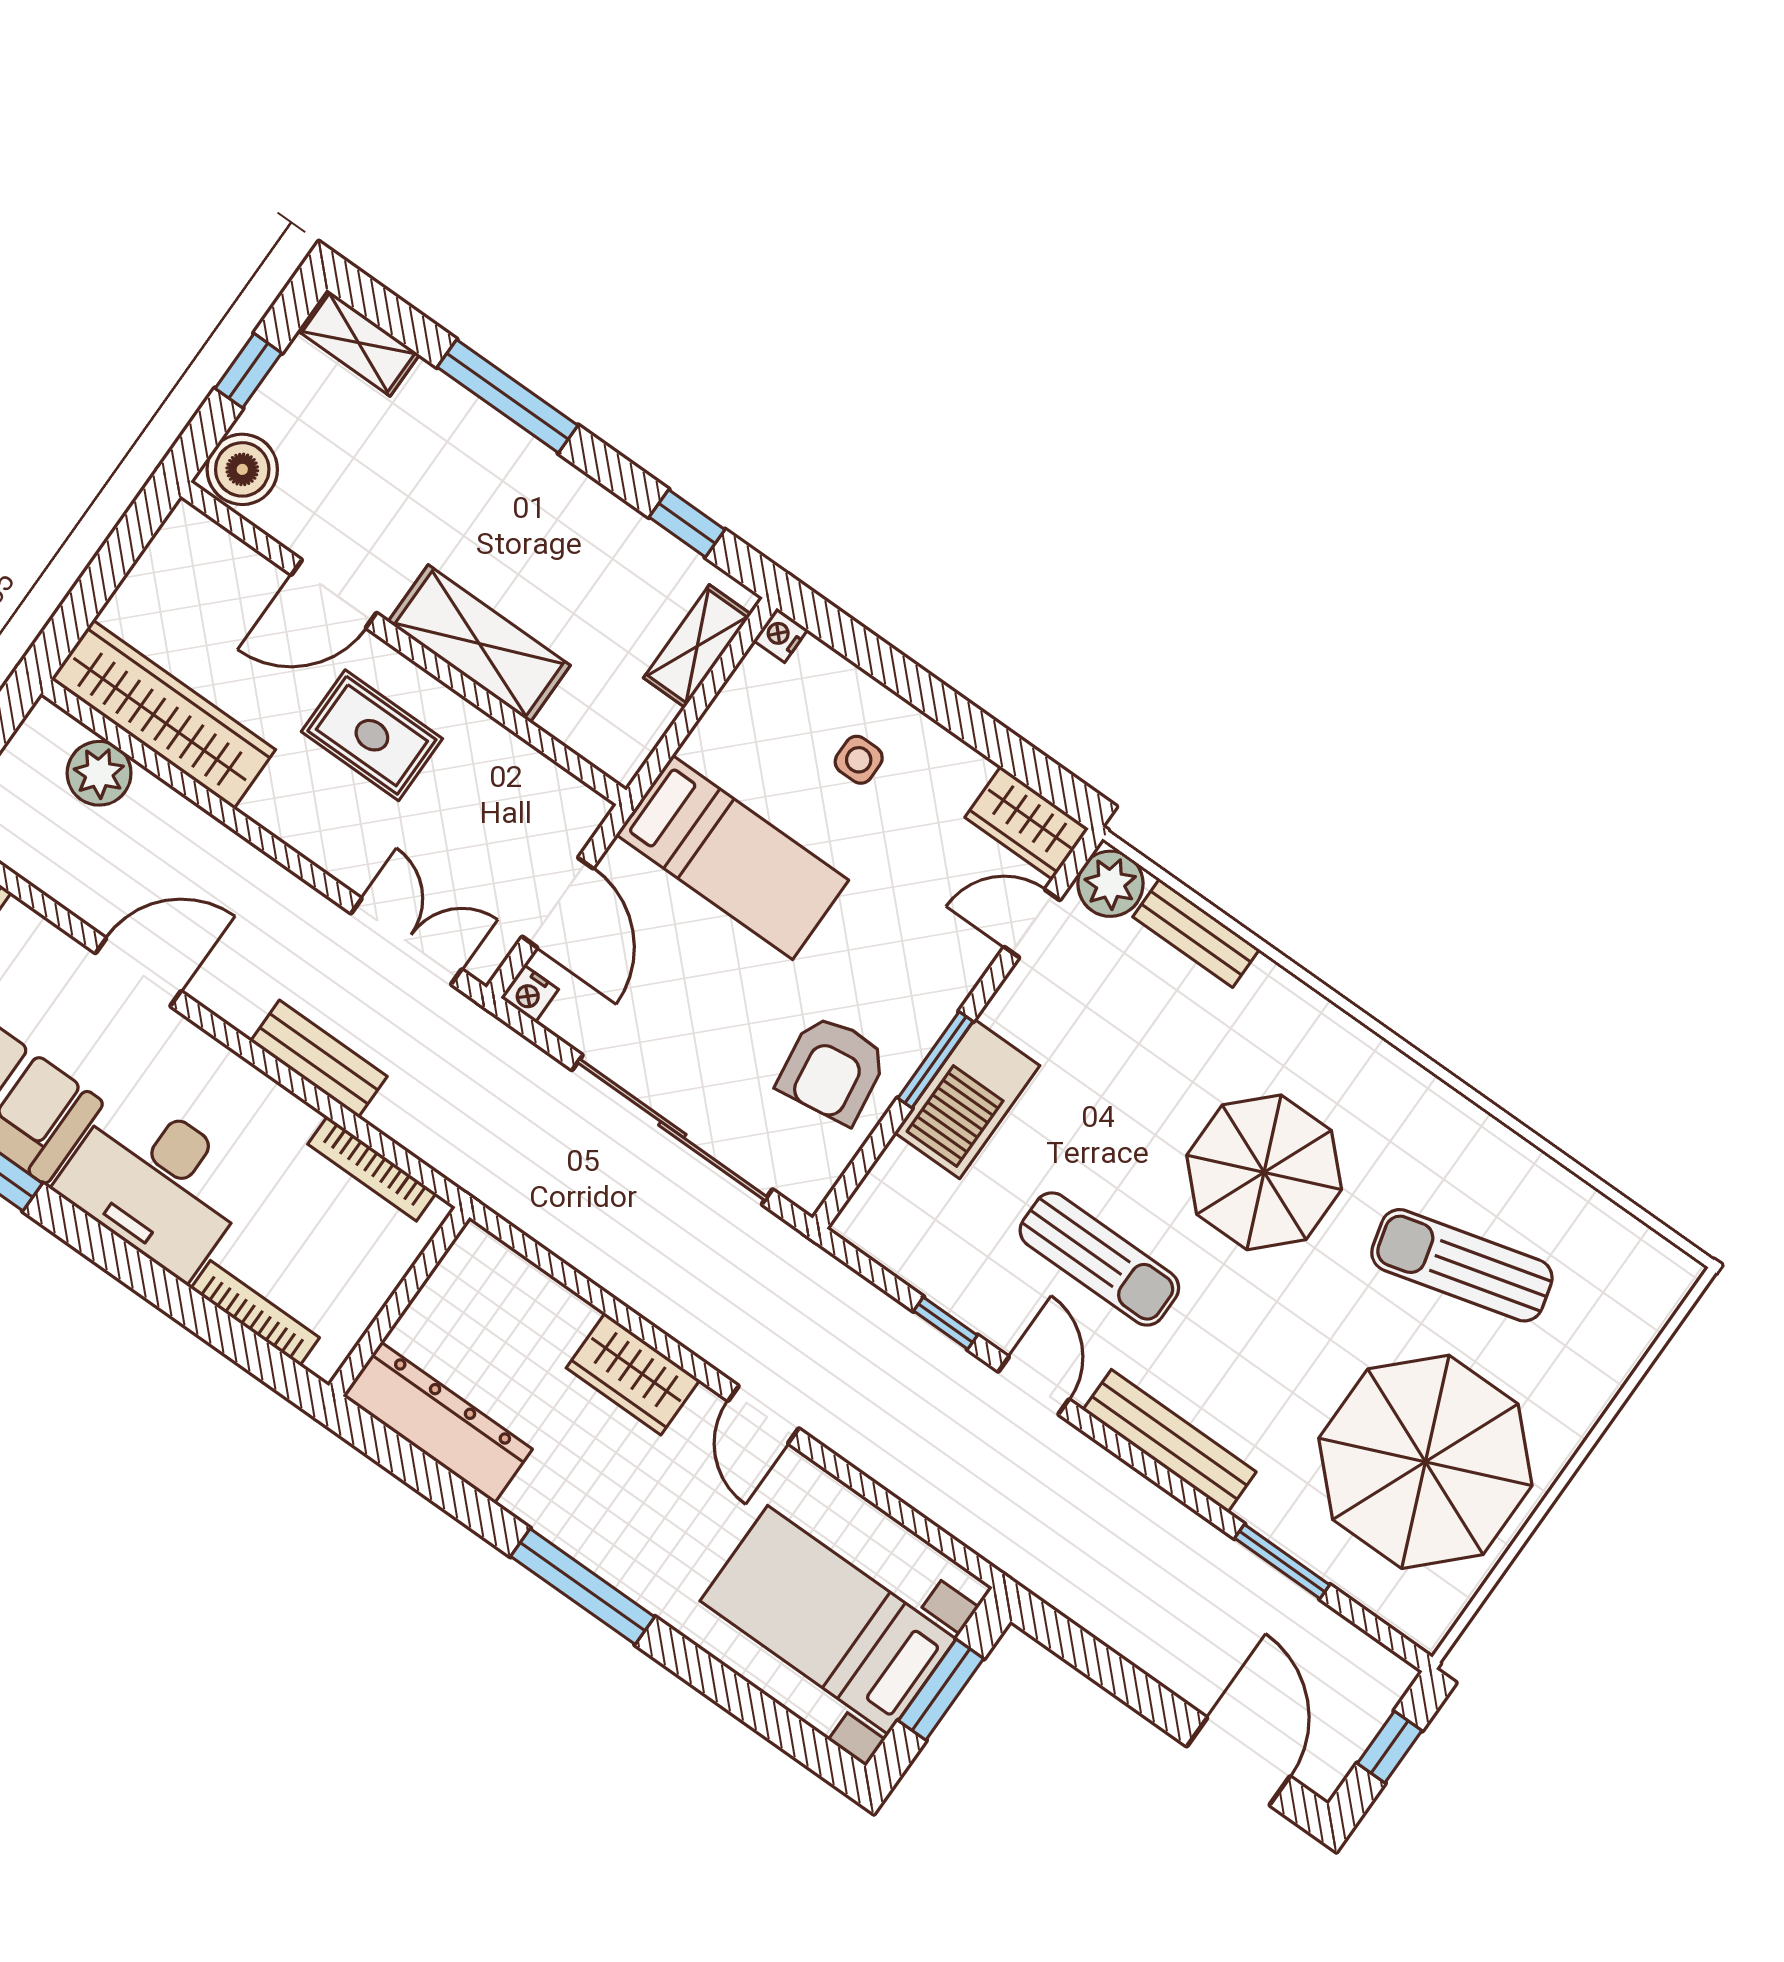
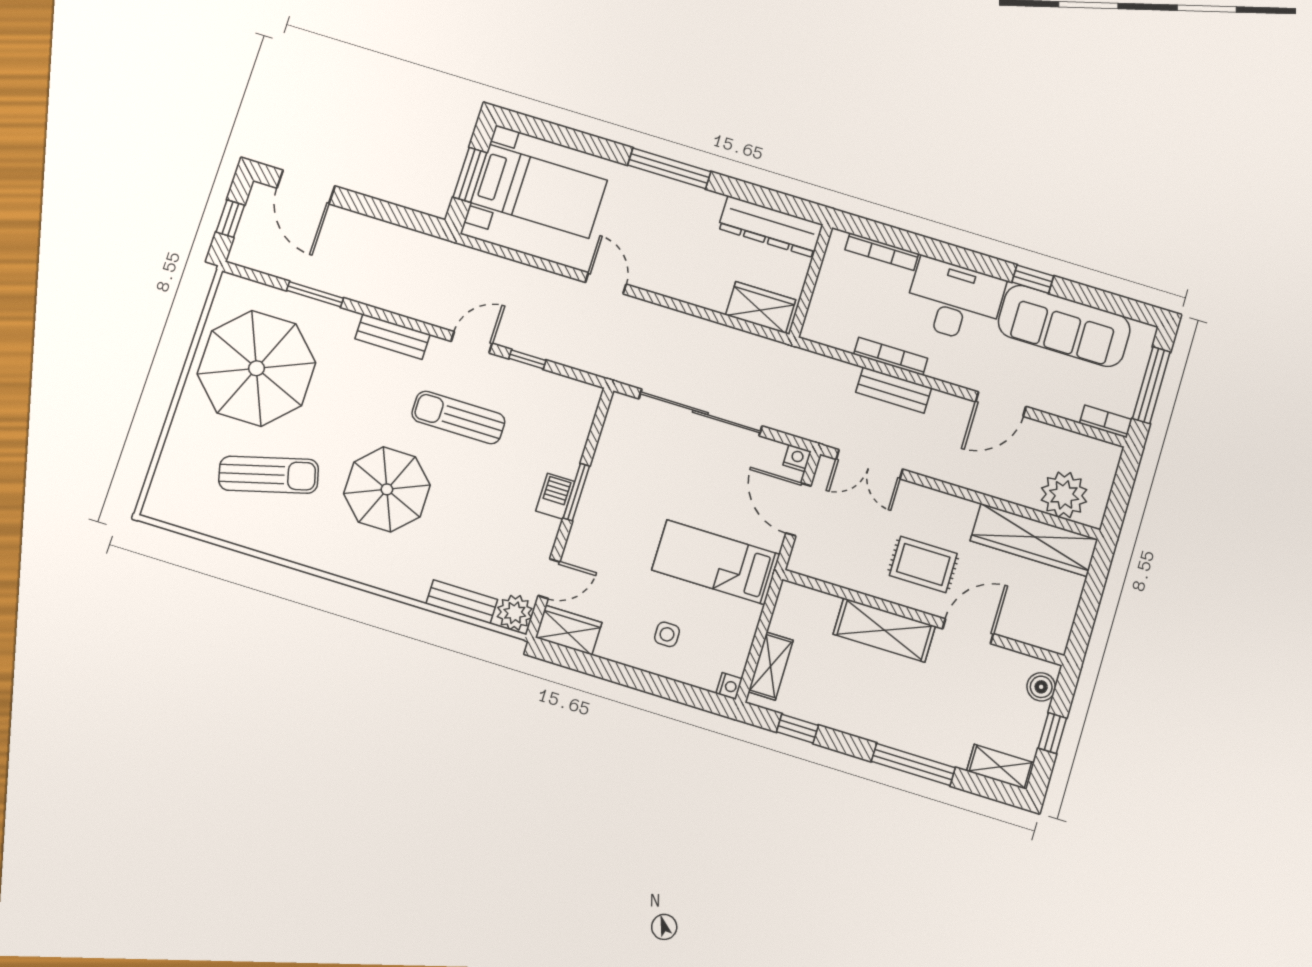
boiler: (242, 469) -> (1041, 687), width x0.73, depth x0.73
plant: (99, 773) -> (1064, 495), width x1.36, depth x1.36
armchair: (833, 1069) -> (628, 470), removed
barbecue: (967, 1099) -> (555, 496), width x0.53, depth x0.65
bookcase: (372, 1169) -> (891, 356), moved
wardrobe: (633, 1374) -> (761, 307), moved
door: (1034, 1386) -> (472, 342), swing flipped
bench: (1169, 1441) -> (393, 337), width x0.73

